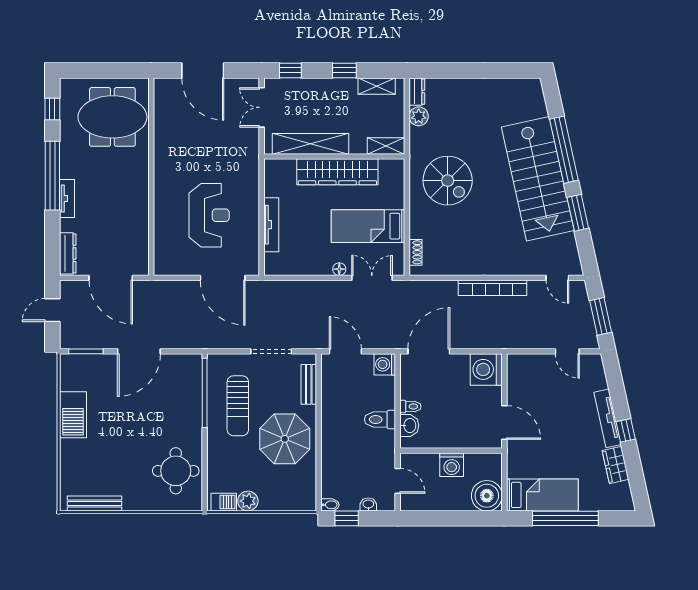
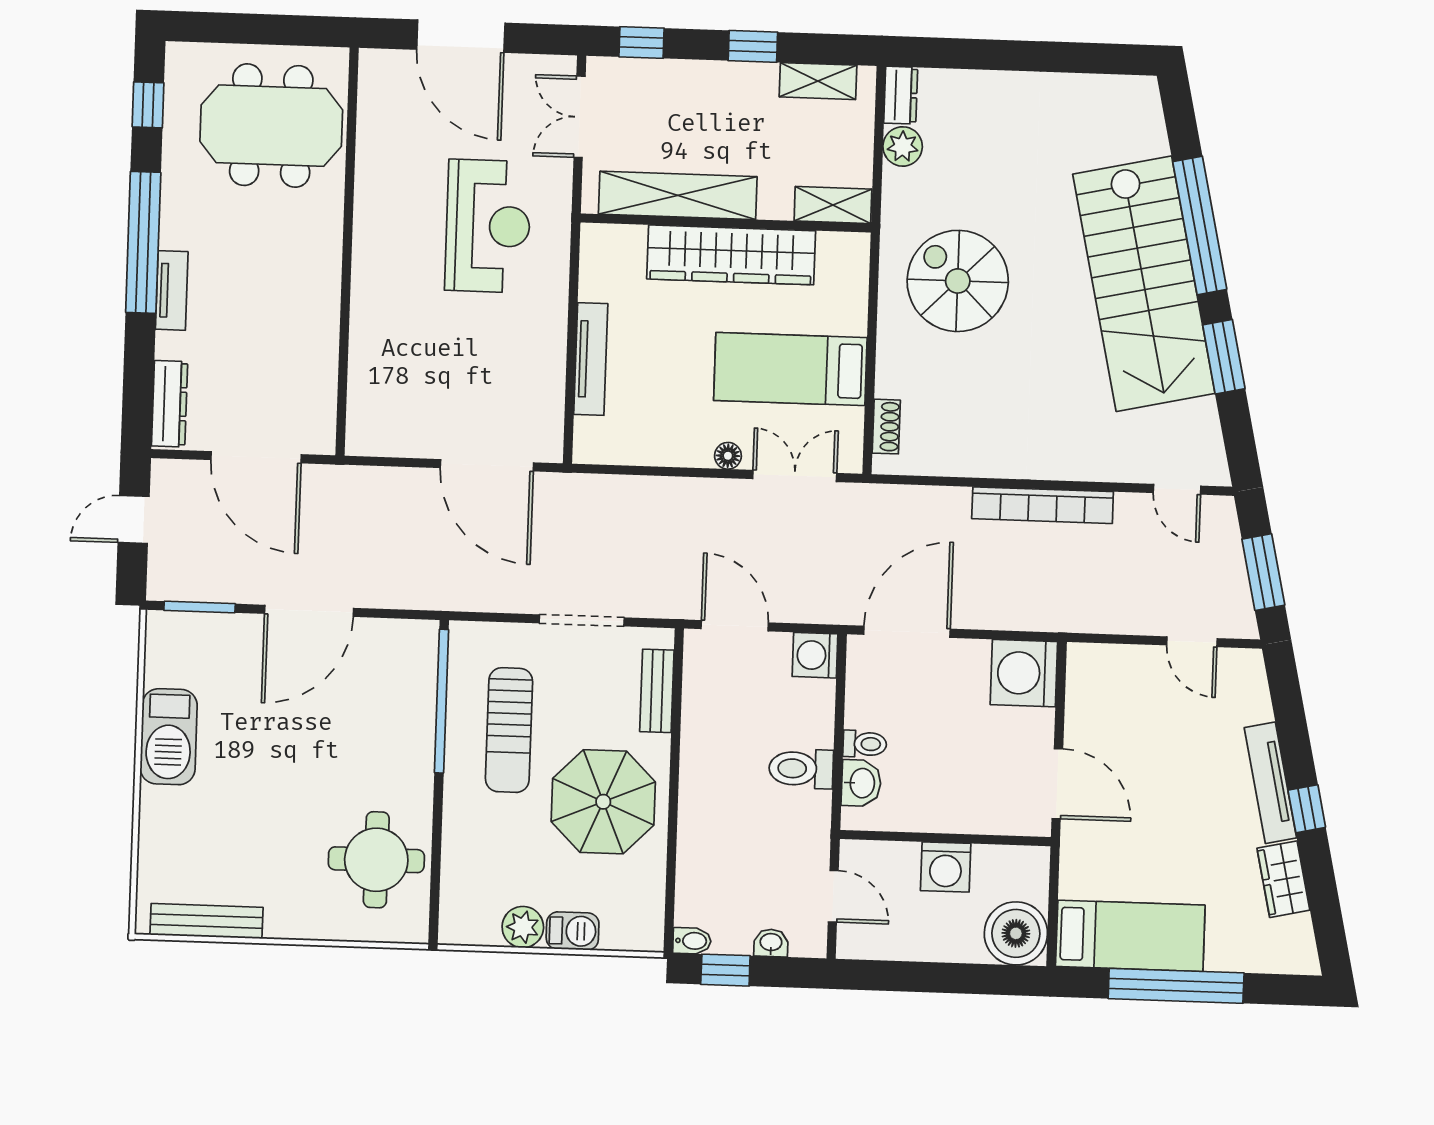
spiral stairs: (448, 181) -> (958, 281), turned 180
reception desk: (209, 215) -> (488, 226), moved
barbecue: (224, 502) -> (573, 931), moved

